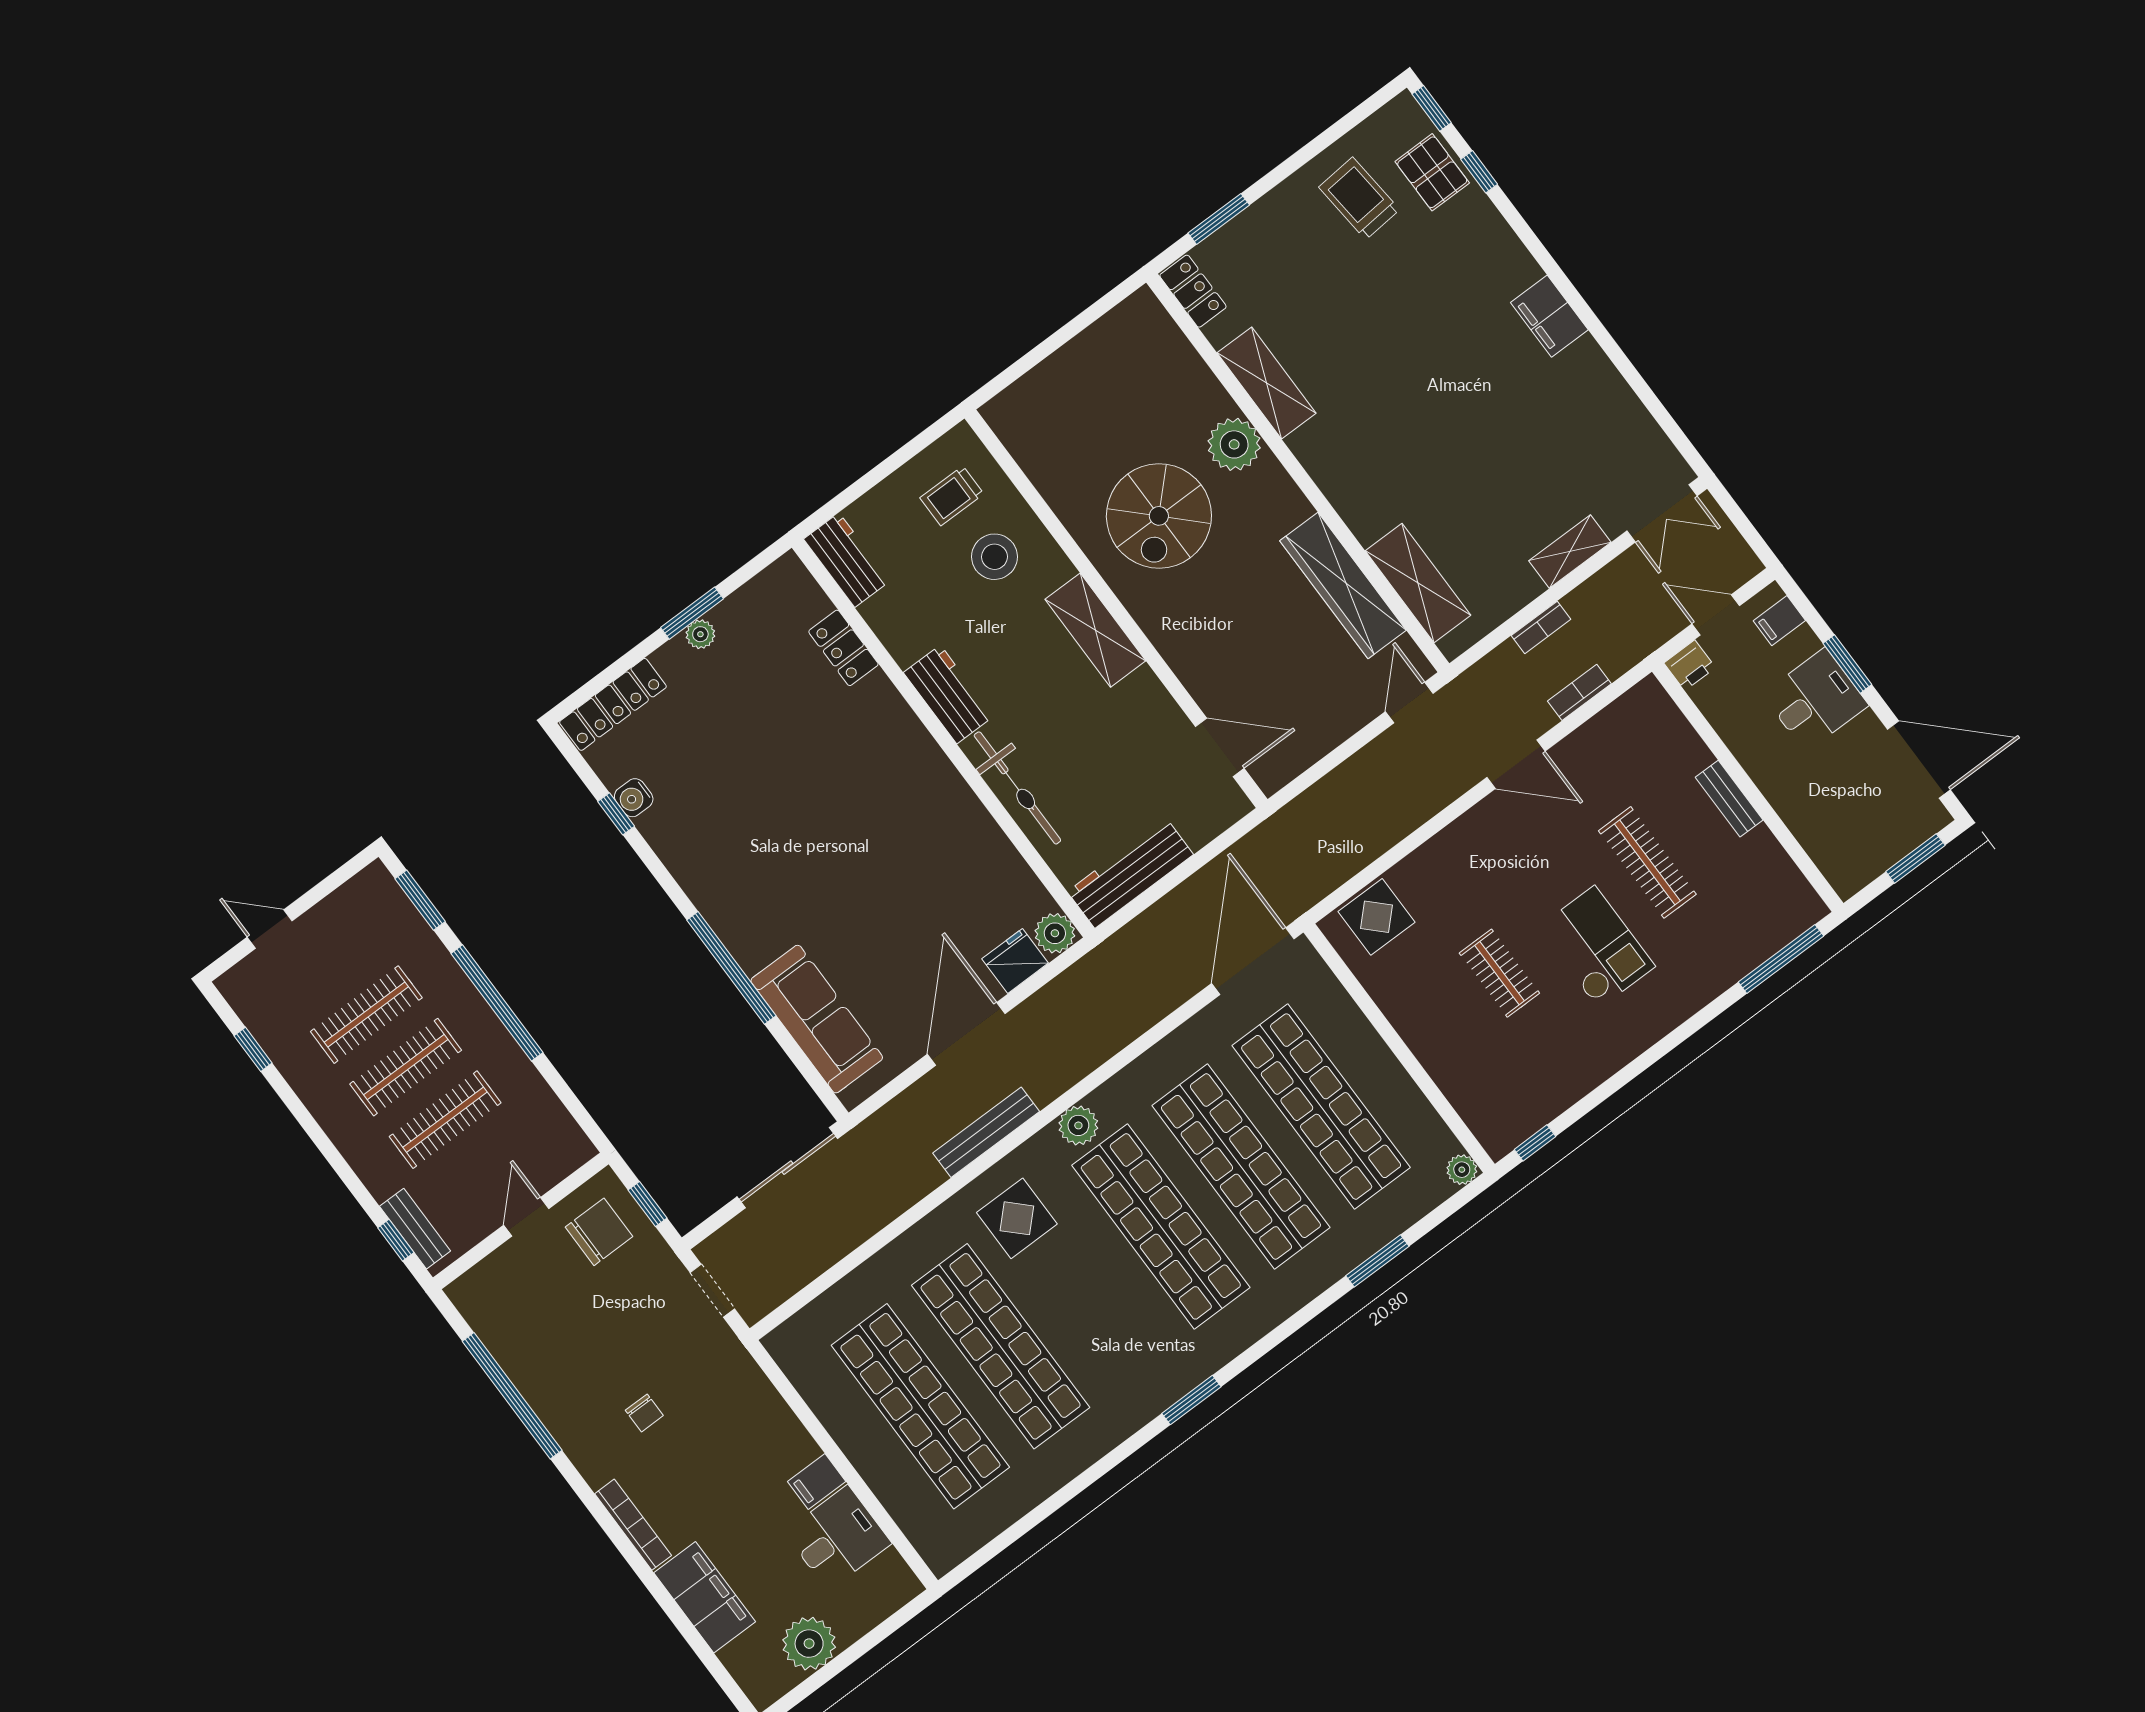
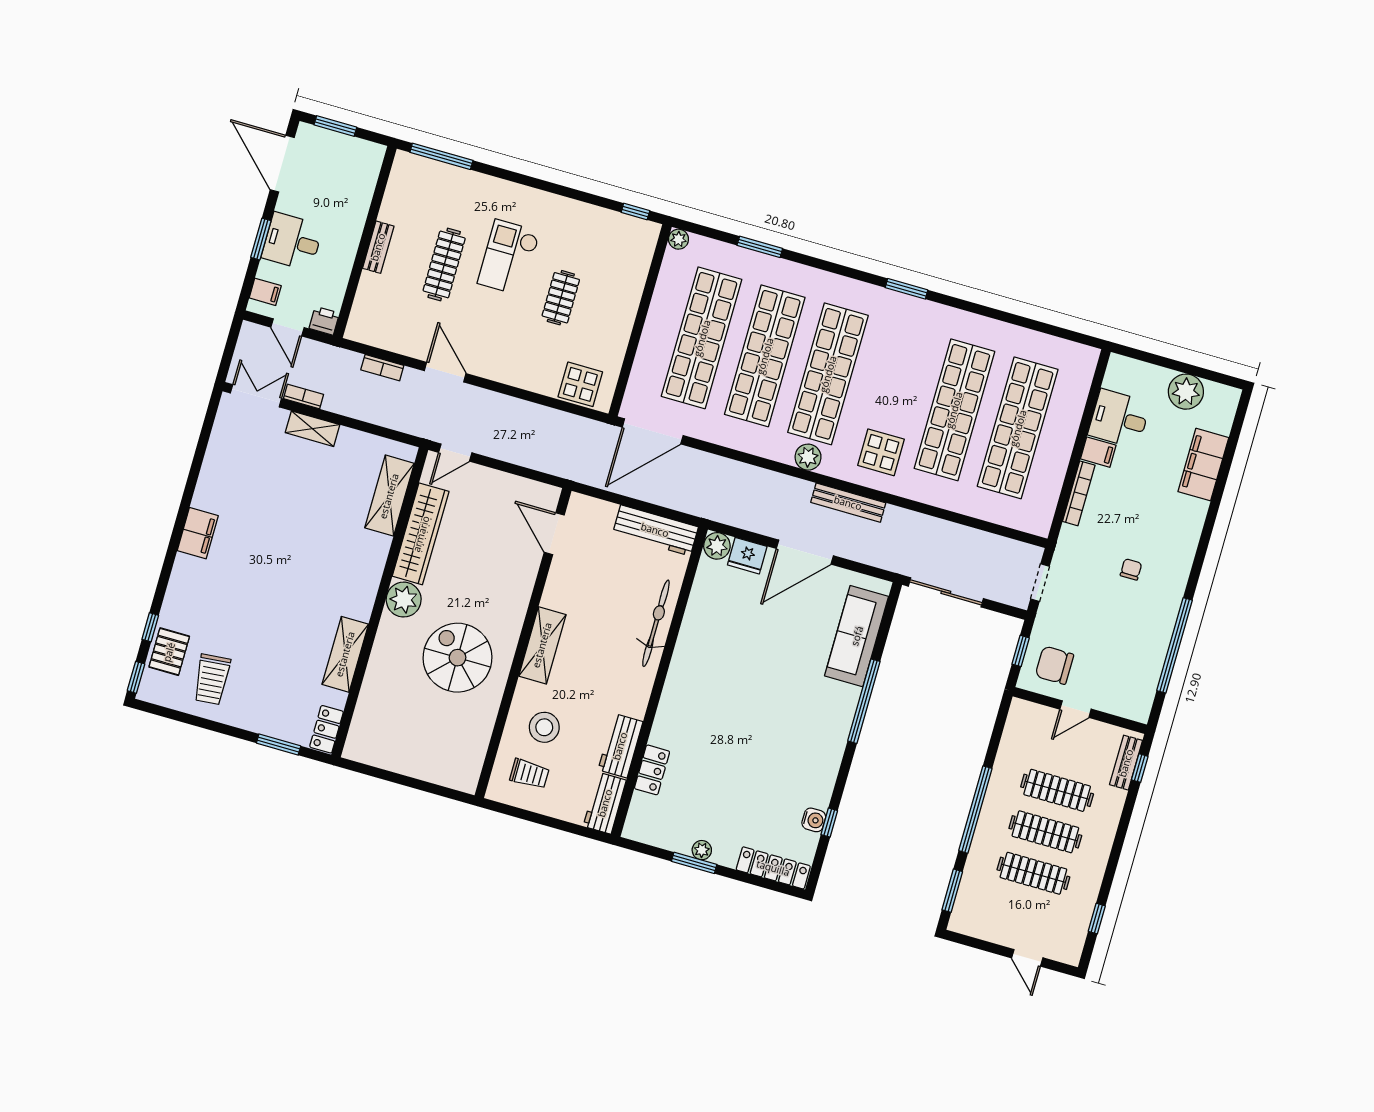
plant: (1234, 444) -> (404, 600), moved
spiral stairs: (1159, 516) -> (458, 658), turned -90
bookcase: (1541, 627) -> (304, 396), moved
workbench: (949, 694) -> (620, 746), moved
bookcase: (633, 1525) -> (1079, 493), moved, turned 180

